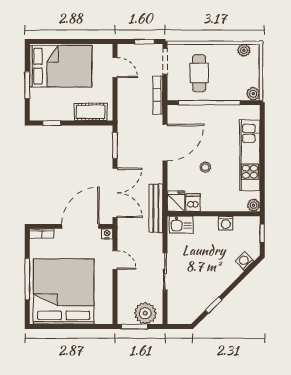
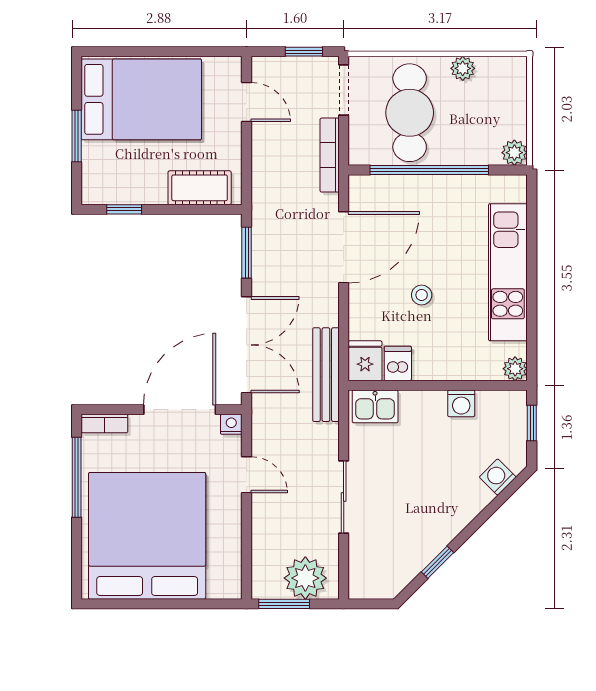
plant: (244, 50) -> (463, 68), moved
cafe table: (199, 73) -> (410, 113), width x1.37, depth x1.35
window: (27, 279) -> (77, 477), moved

